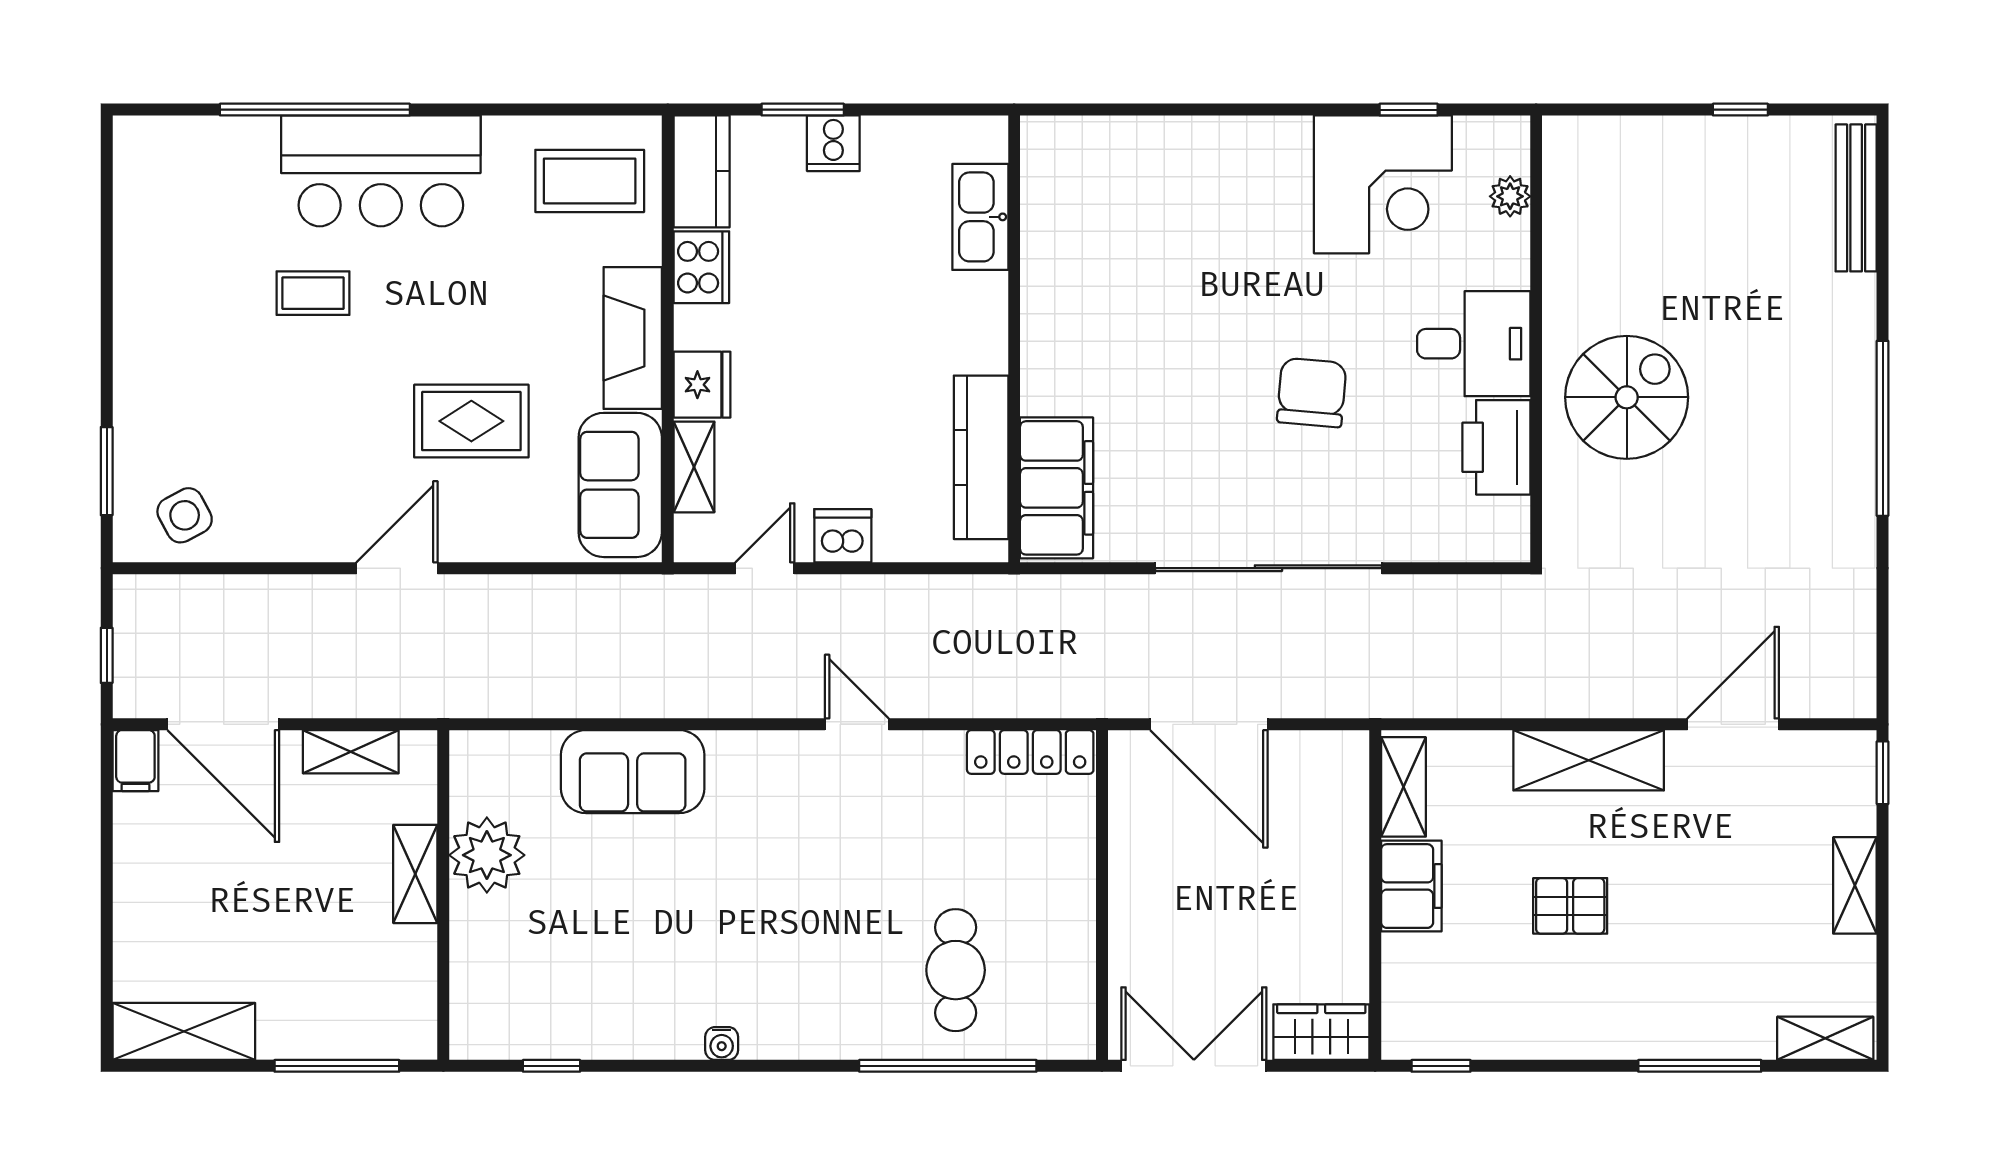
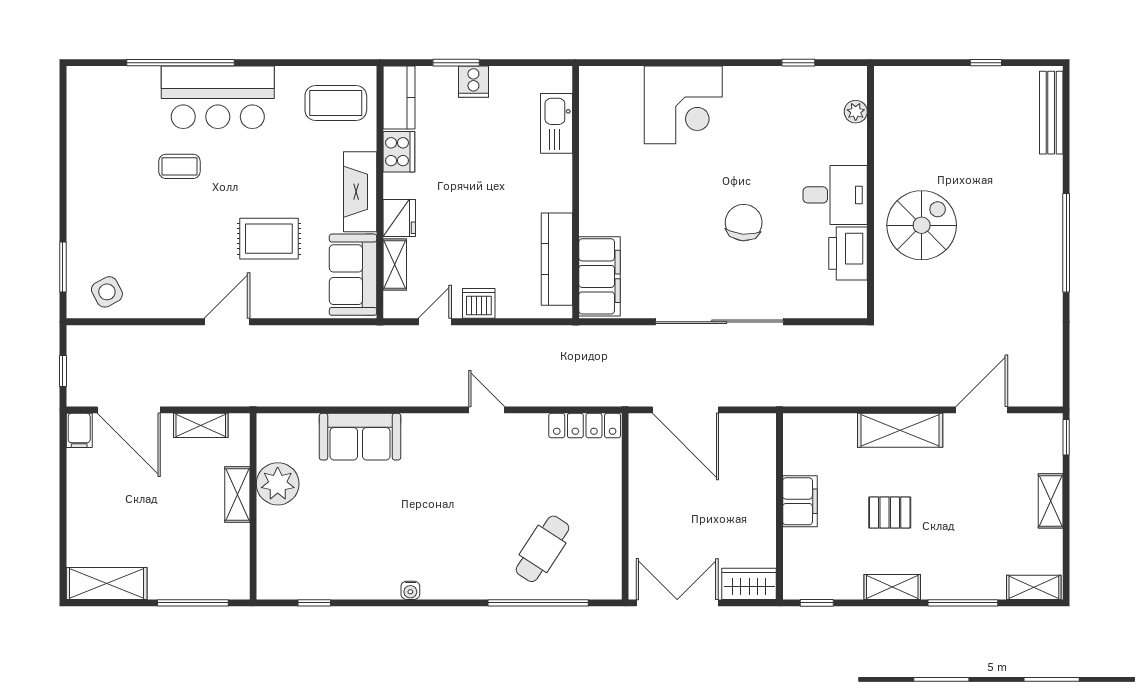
corner desk: (1383, 184) -> (683, 105), moved
shelving: (1403, 787) -> (892, 587), moved, turned 90
cafe table: (956, 970) -> (542, 549), turned 33

